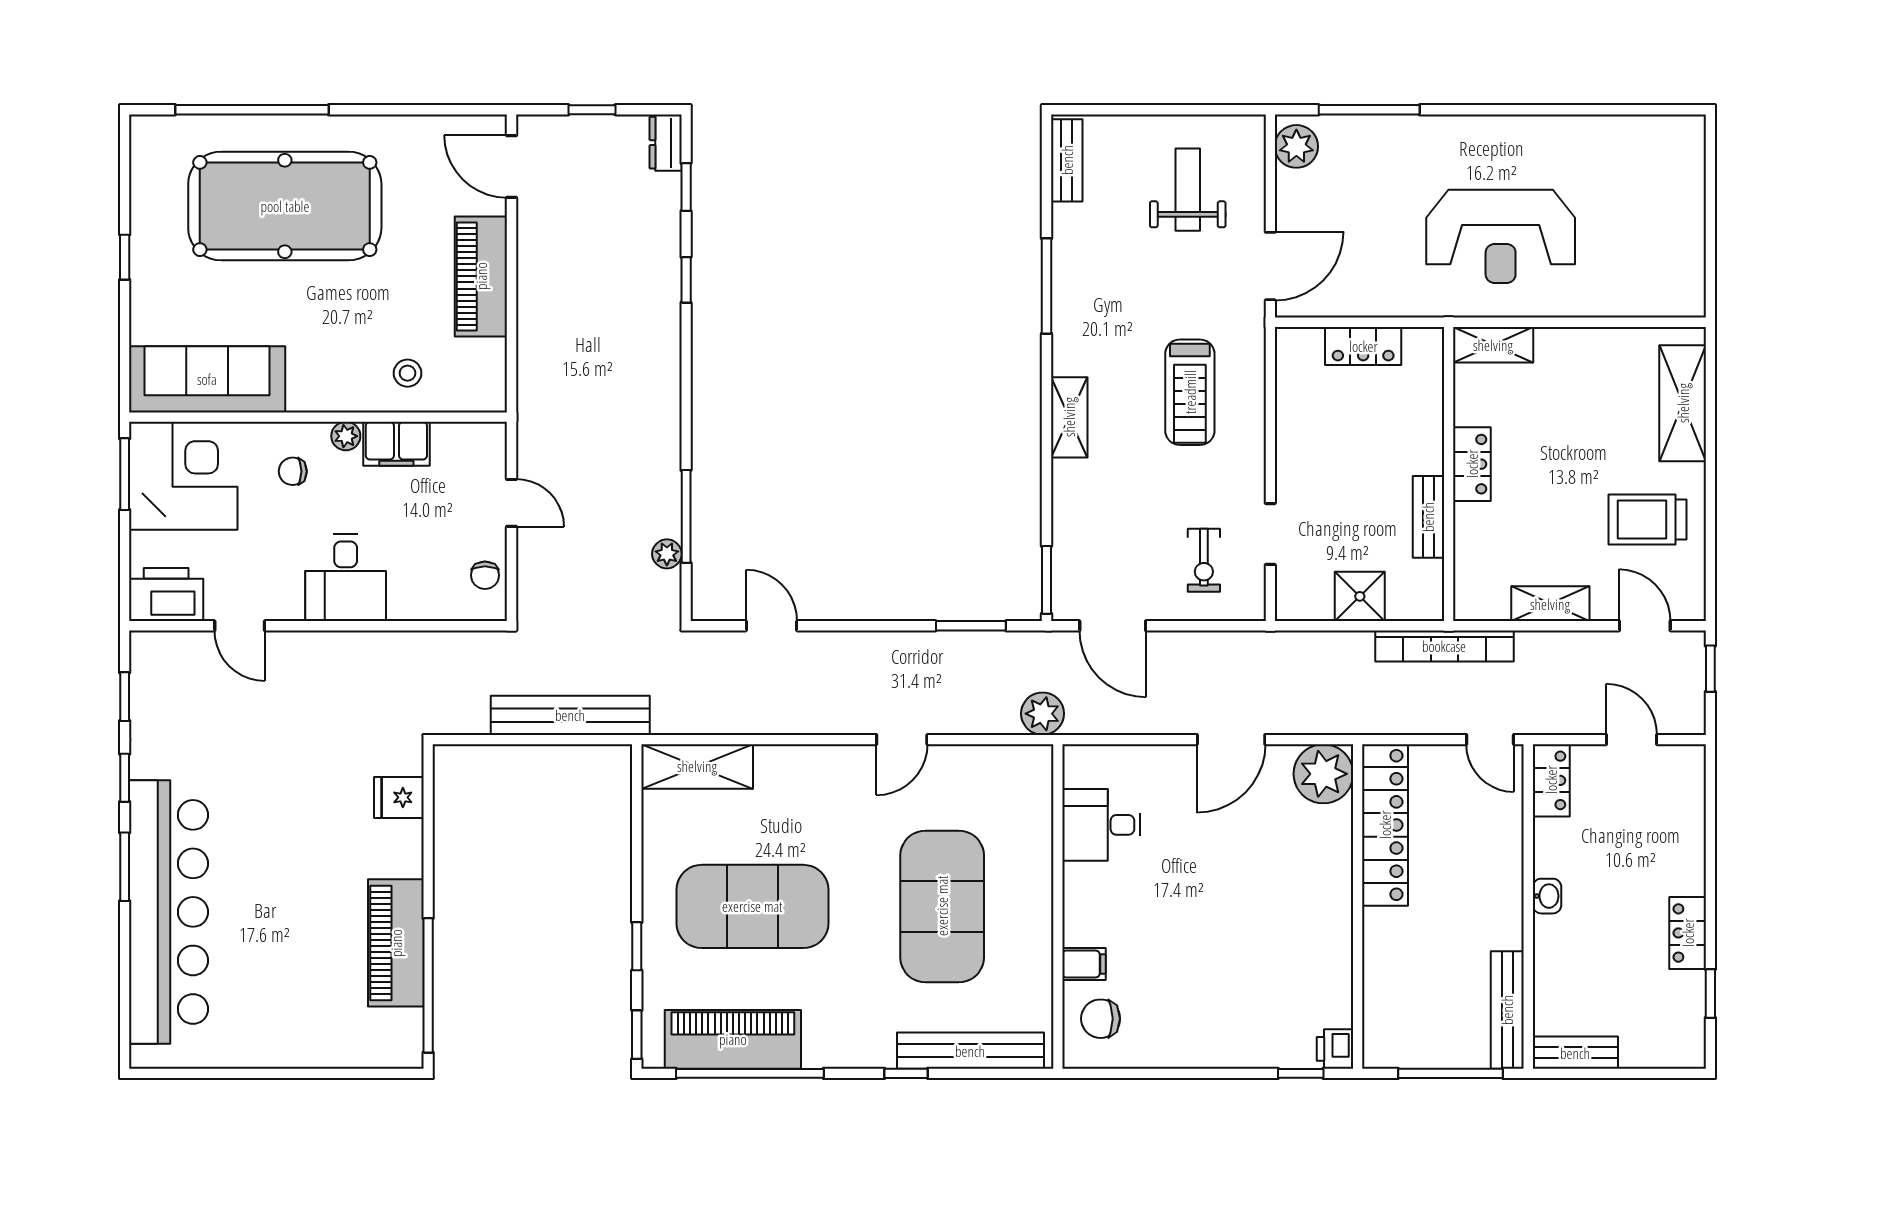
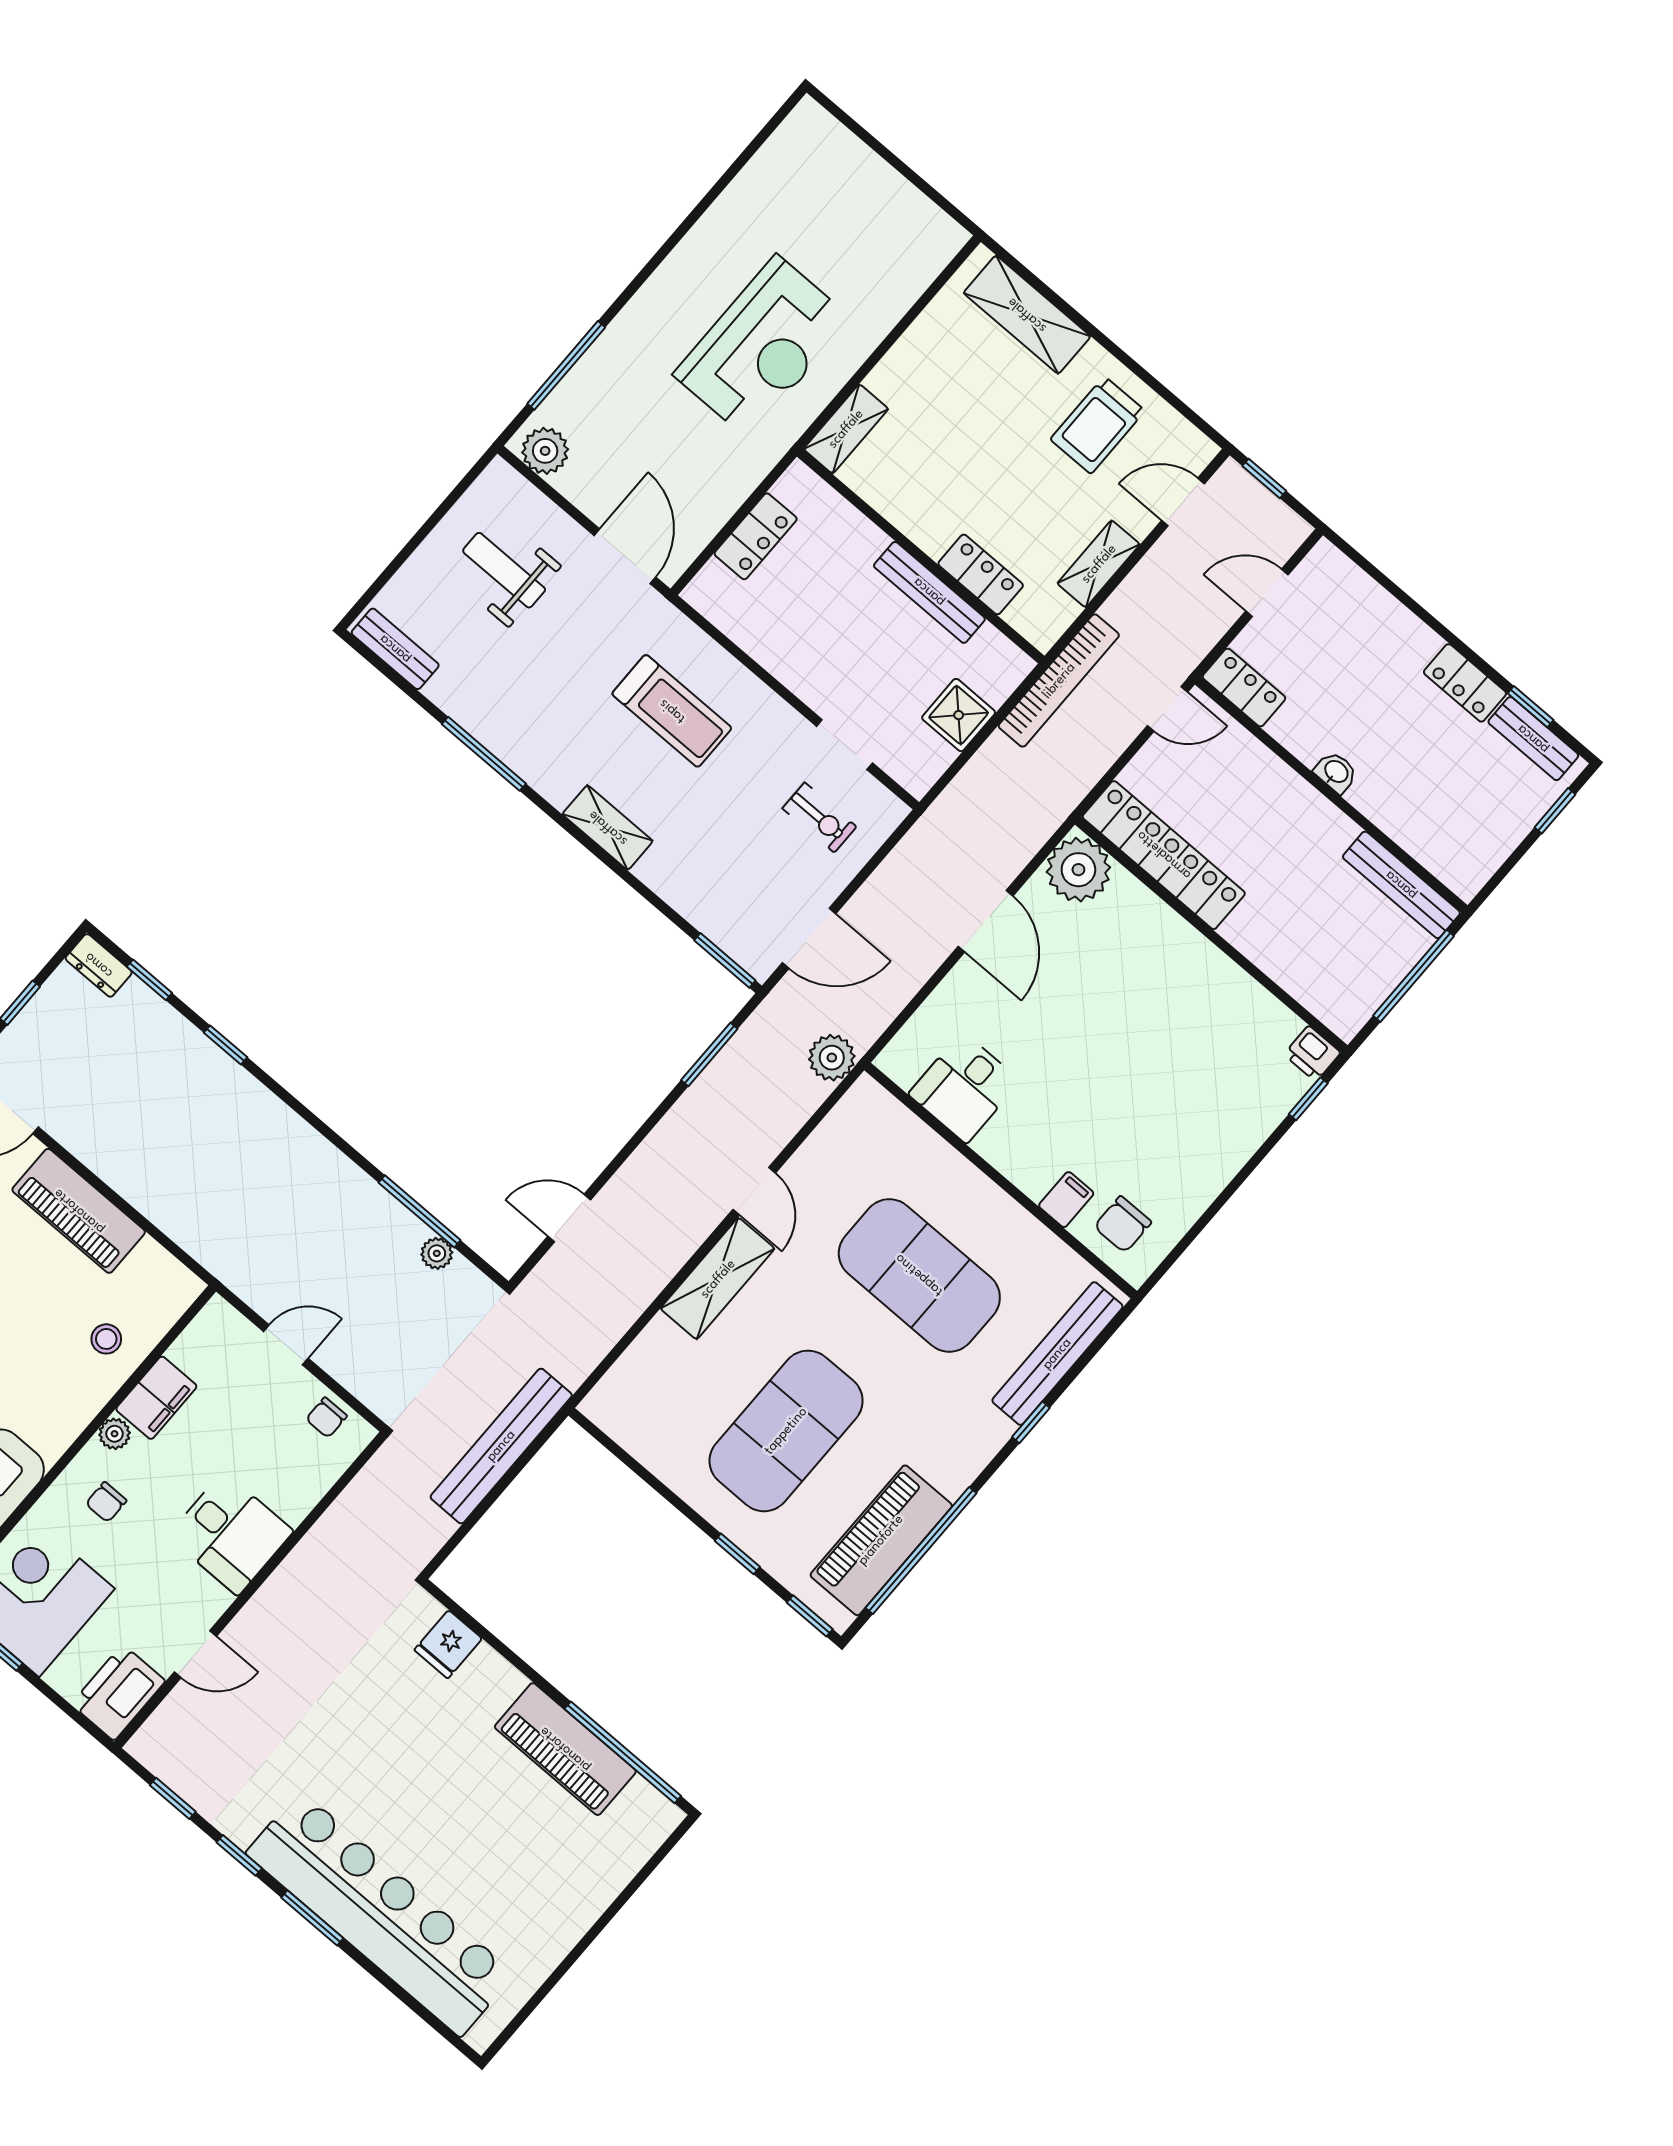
locker: (1472, 464) -> (981, 574), moved
bench: (1428, 517) -> (929, 592), width x1.36
chair: (485, 575) -> (326, 1417), turned 90
shelving: (697, 766) -> (718, 1279), moved
bench: (1575, 1053) -> (1533, 739), moved, turned 90
window: (1652, 1073) -> (1555, 811), added

